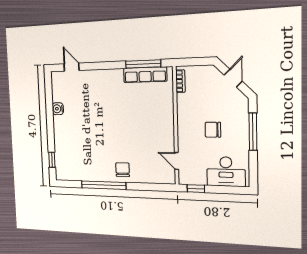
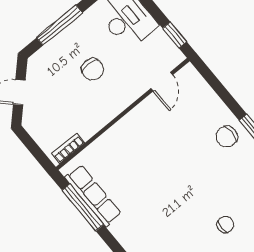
chair: (81, 132) -> (225, 225), added

